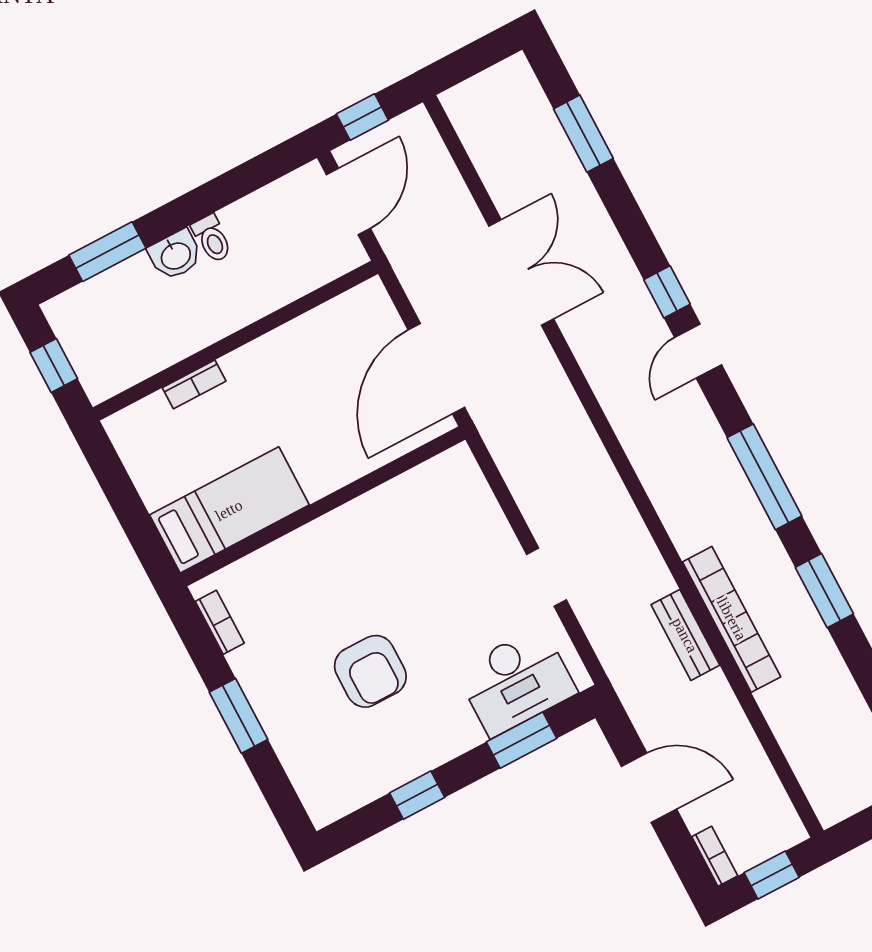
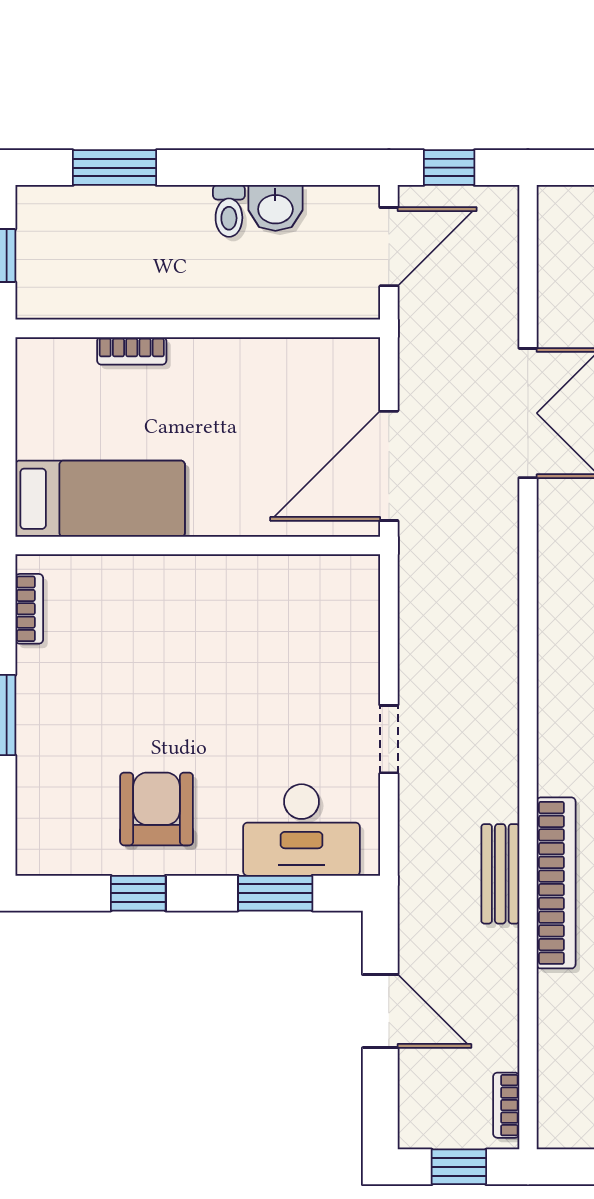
washbasin: (175, 255) -> (275, 208), moved
armchair: (370, 671) -> (157, 809), moved, turned 180
bookcase: (715, 856) -> (506, 1105), moved, turned 180

